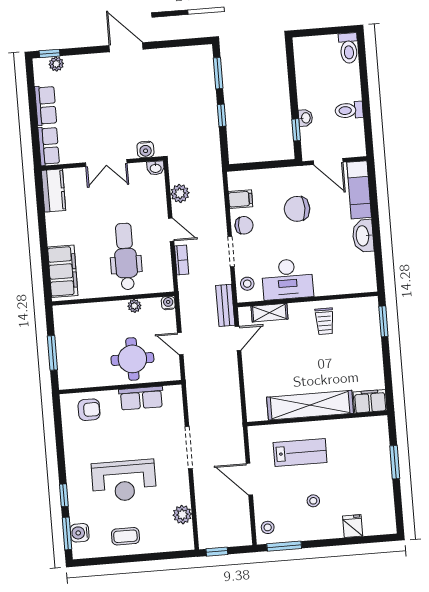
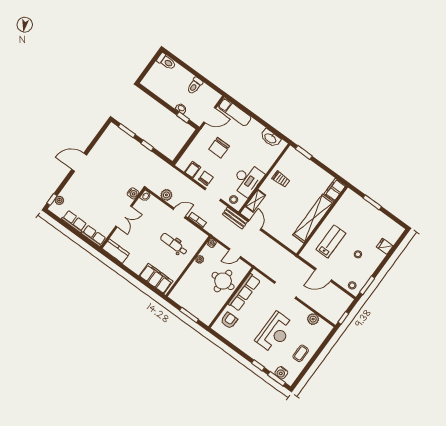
washbasin: (363, 236) -> (270, 138), moved
dental chair: (126, 256) -> (174, 244), width x0.73, depth x0.72
row of seats: (141, 398) -> (244, 292), width x1.48

